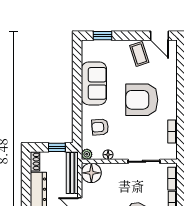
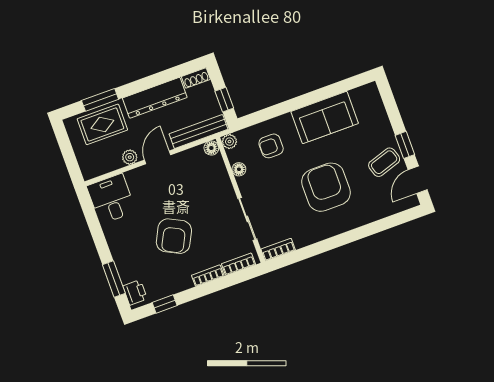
window: (102, 36) -> (405, 145), moved
armchair: (100, 127) -> (271, 146), turned -86
bookcase: (173, 131) -> (278, 250), moved
floor lamp: (91, 173) -> (211, 148), width x0.53, depth x0.53

